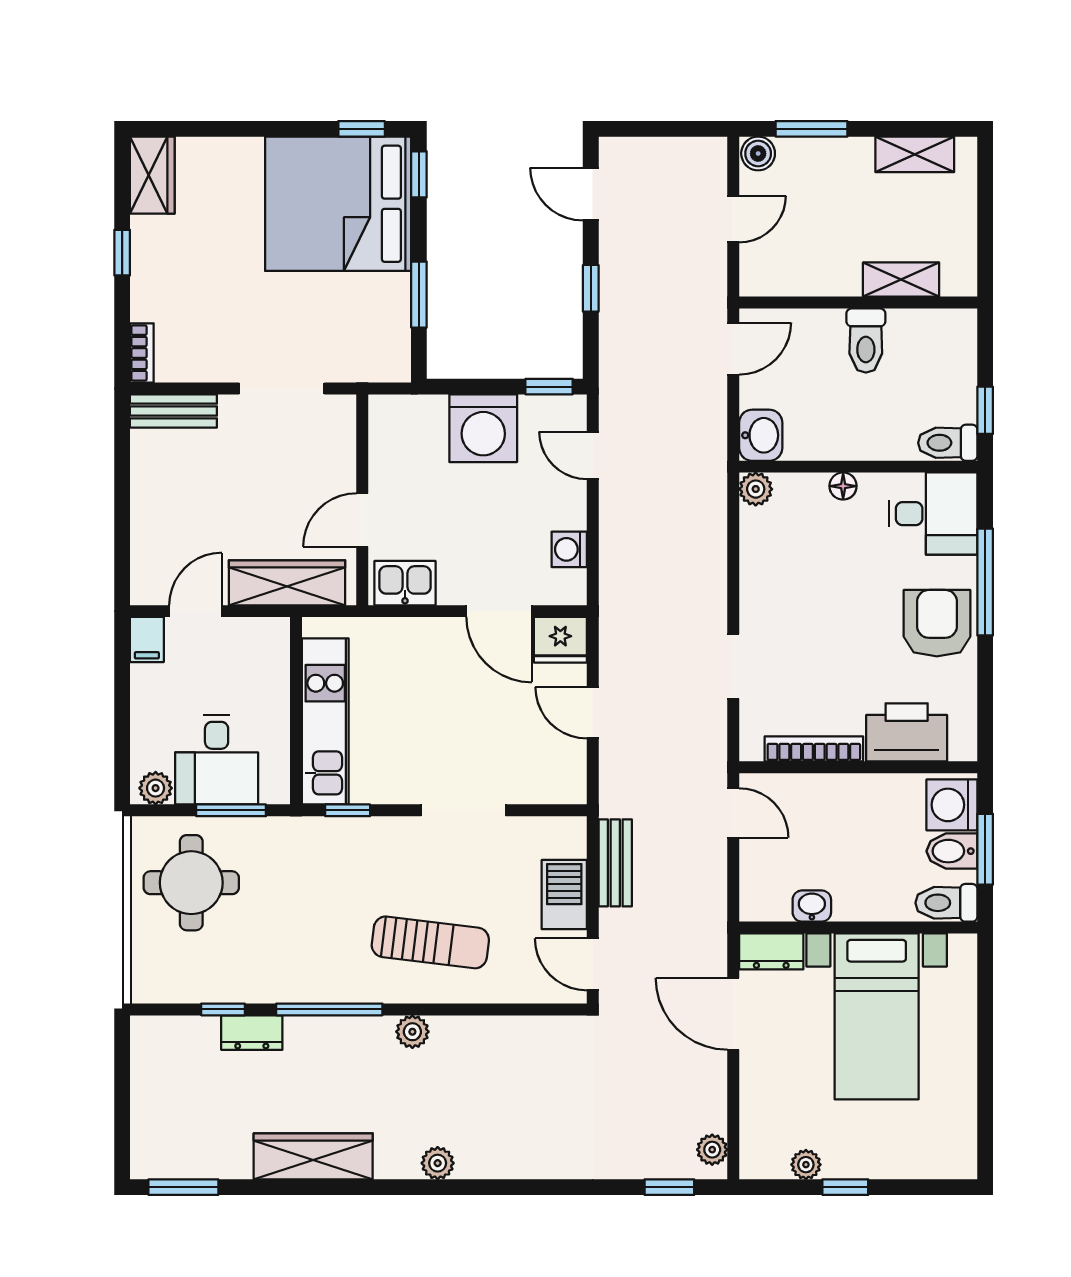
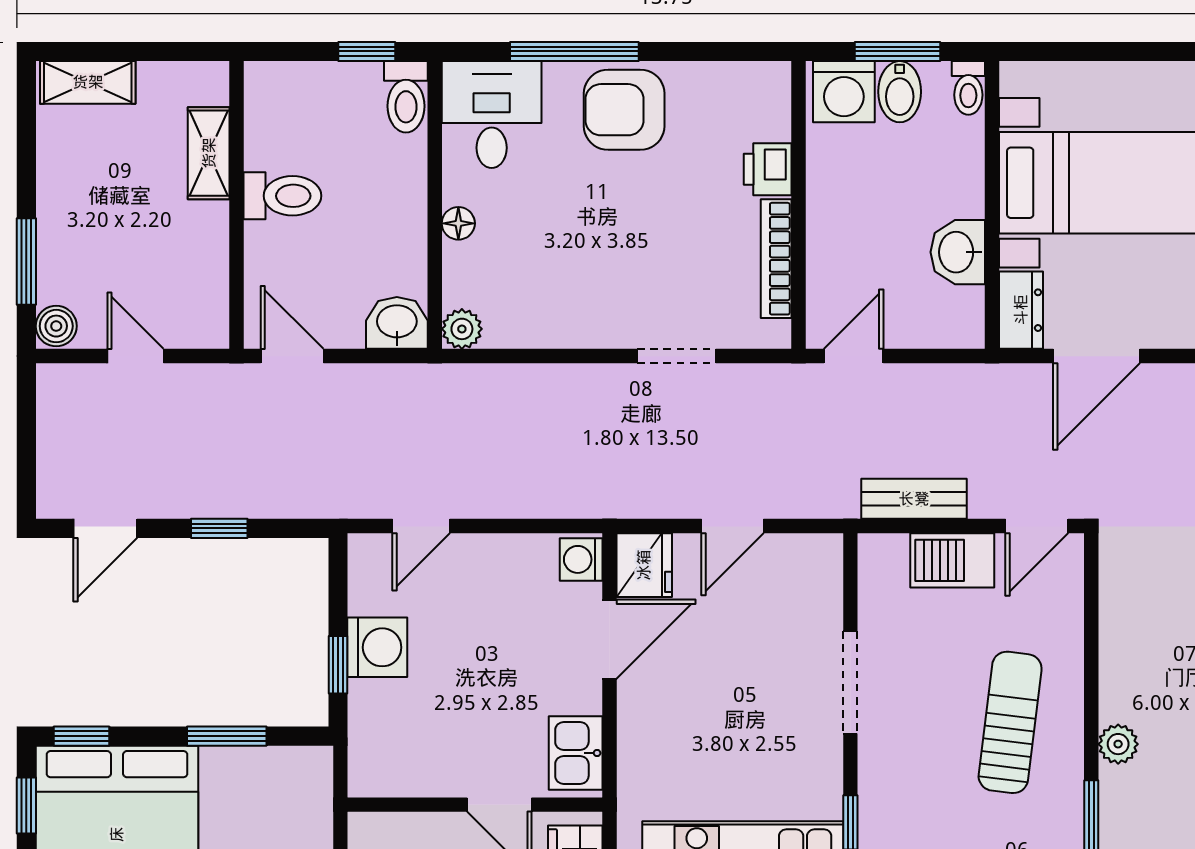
shelving: (915, 154) -> (88, 82), moved, turned 90
window: (549, 387) -> (338, 665), moved
washing machine: (483, 428) -> (377, 647), width x0.73, depth x0.73
washing machine: (569, 549) -> (581, 559), moved, turned 90
printer: (907, 732) -> (768, 169), width x0.53, depth x0.68
toilet: (946, 903) -> (968, 88), width x0.73, depth x0.72
washbasin: (812, 906) -> (958, 252), width x1.38, depth x1.45

